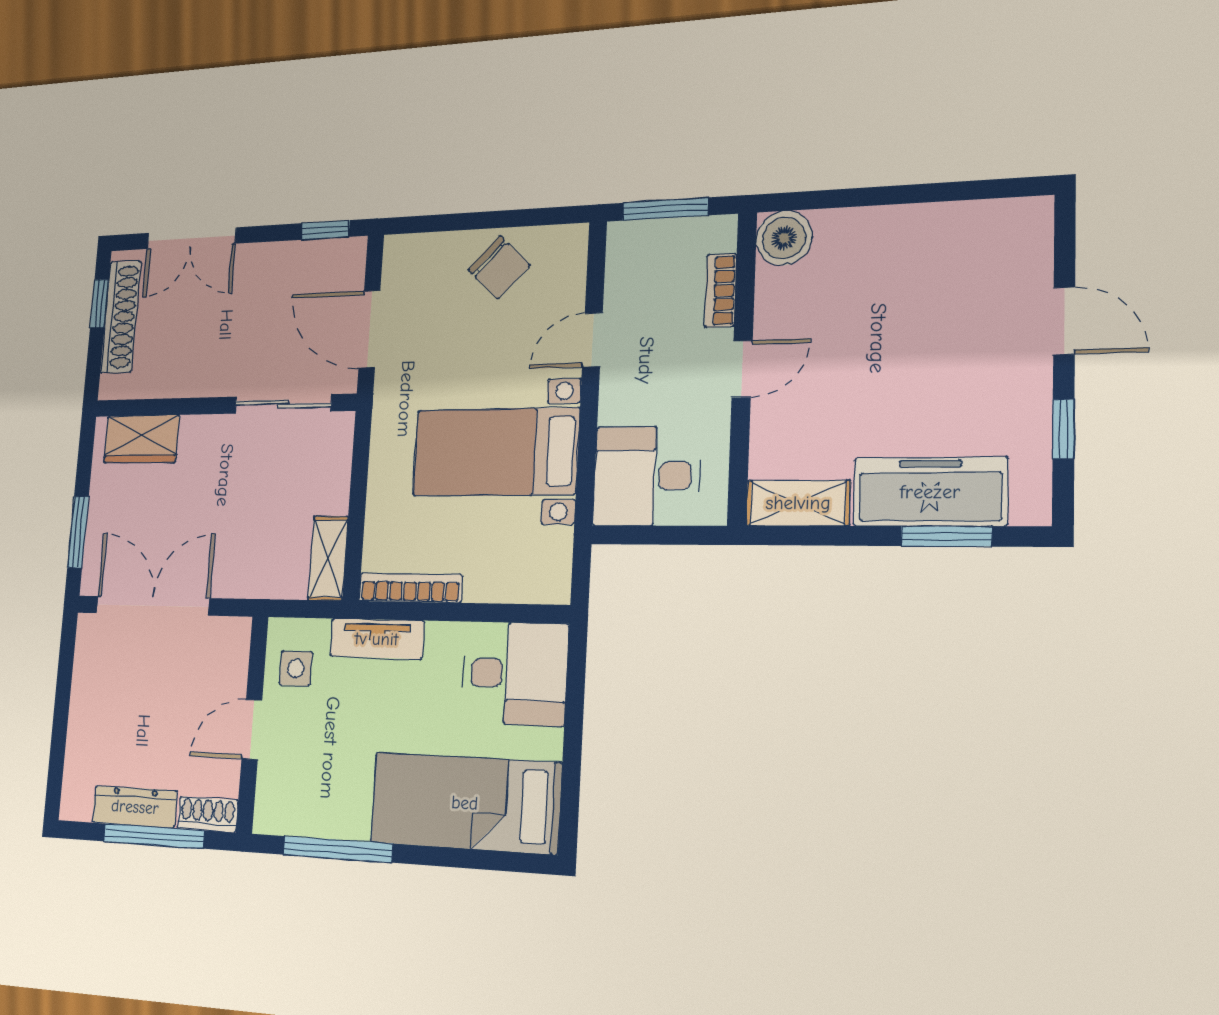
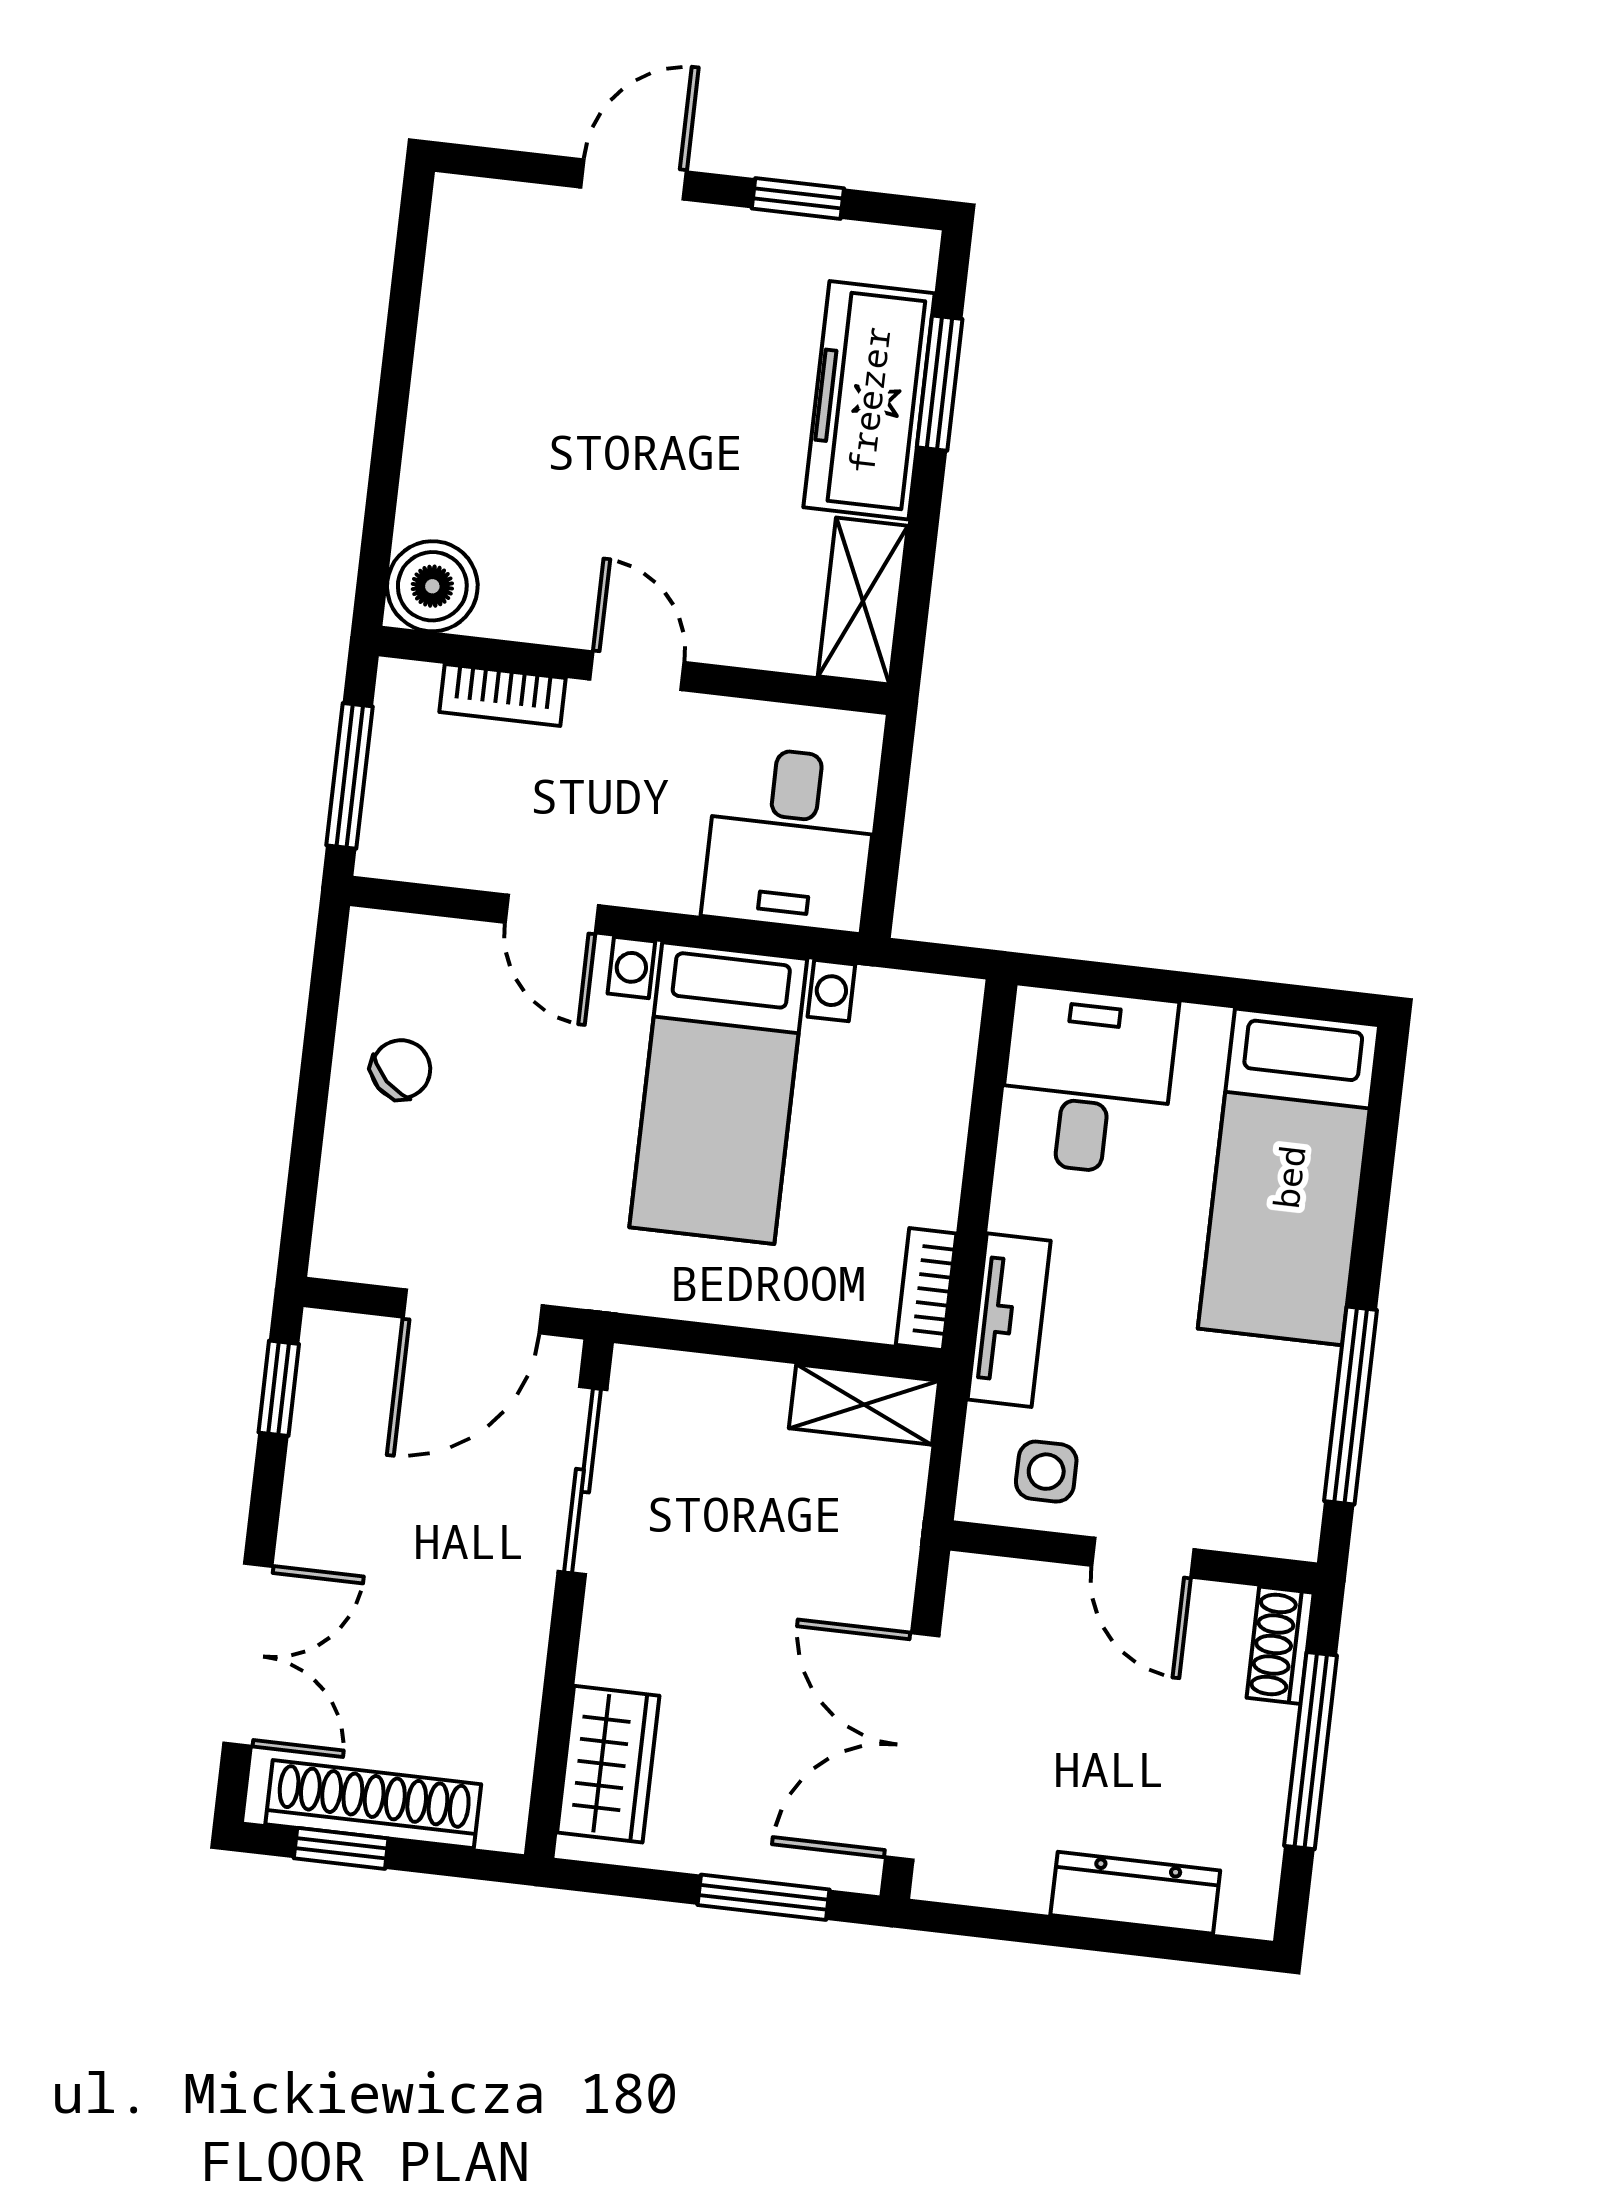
chair: (499, 267) -> (401, 1069), width x0.73, depth x0.73
bookcase: (410, 588) -> (926, 1289), width x0.64
dresser: (135, 807) -> (1135, 1893), moved, turned 90

